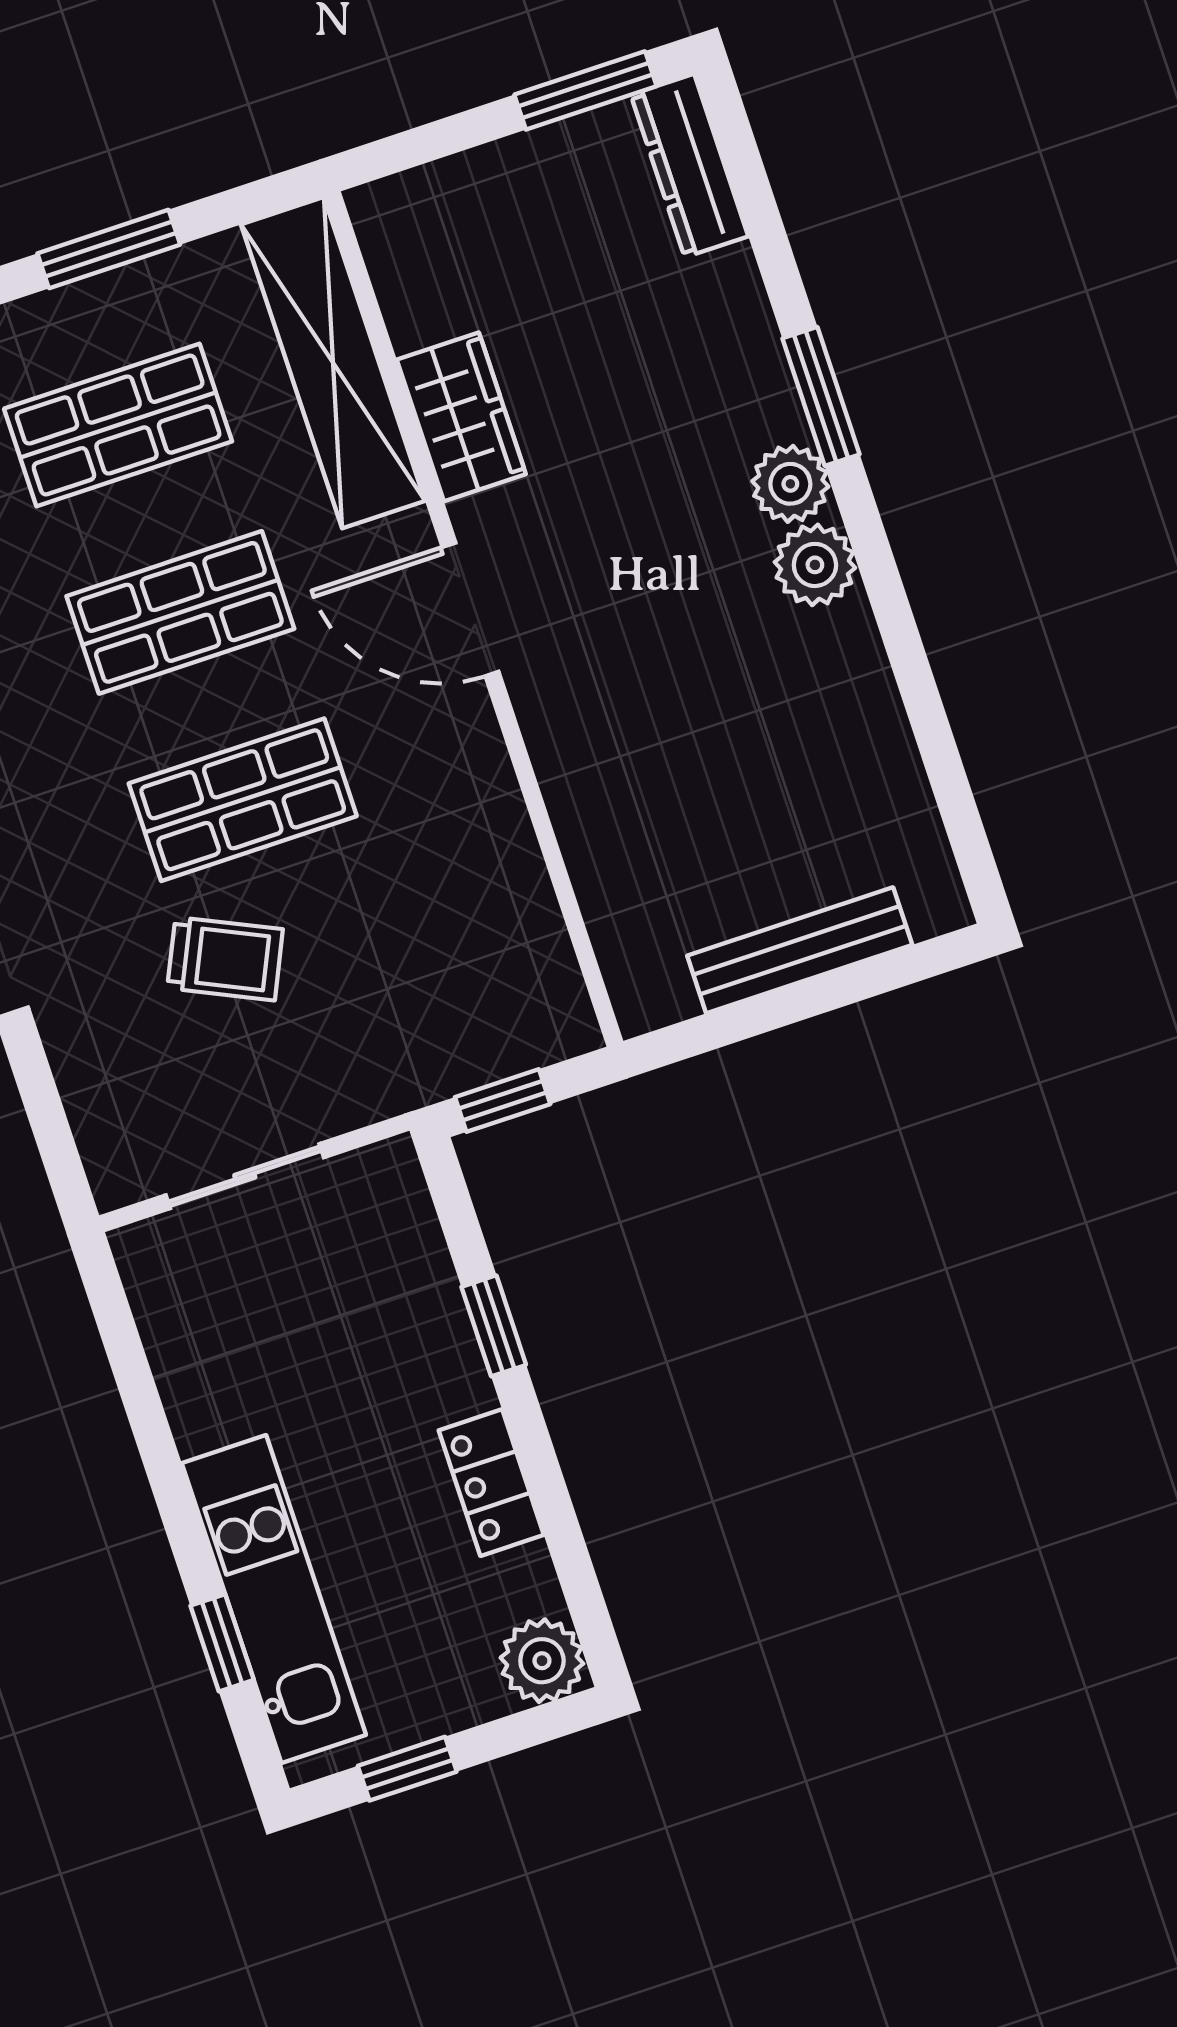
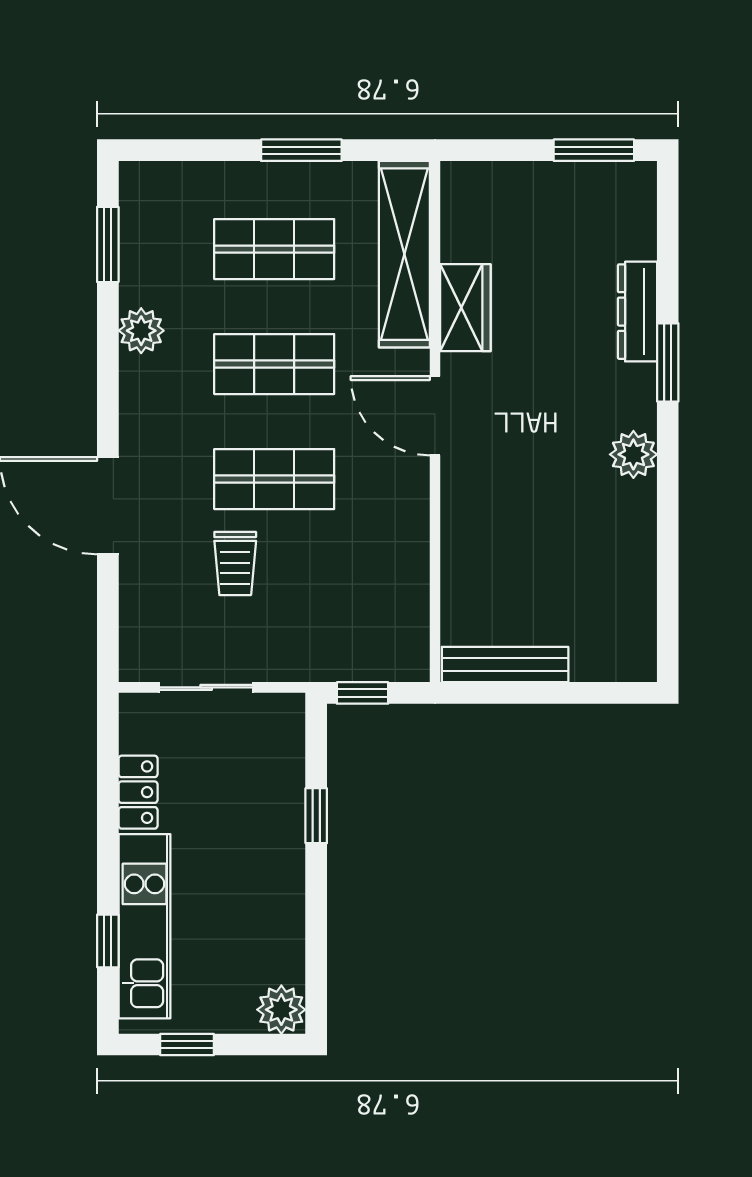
dresser: (689, 166) -> (638, 312), moved
plant: (790, 484) -> (635, 405), removed
bench: (800, 950) -> (505, 665), moved
trolley: (225, 959) -> (235, 564), turned 65
locker: (491, 1483) -> (138, 792), moved, turned 180

